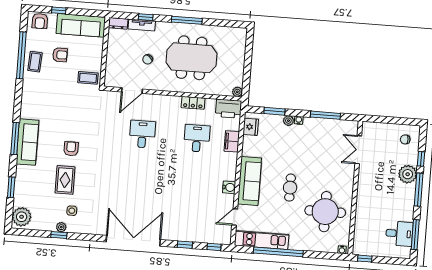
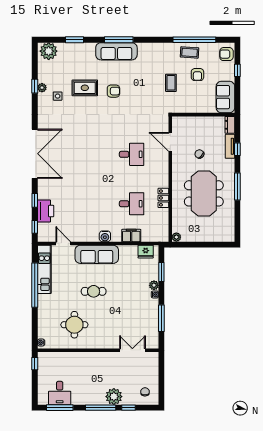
sofa: (81, 25) -> (225, 97), width x0.73
coffee table: (88, 78) -> (171, 83), moved
printer: (228, 109) -> (46, 211), moved, turned 180
water cooler: (229, 187) -> (105, 236), moved
round table: (325, 212) -> (74, 325), width x0.73, depth x0.73

